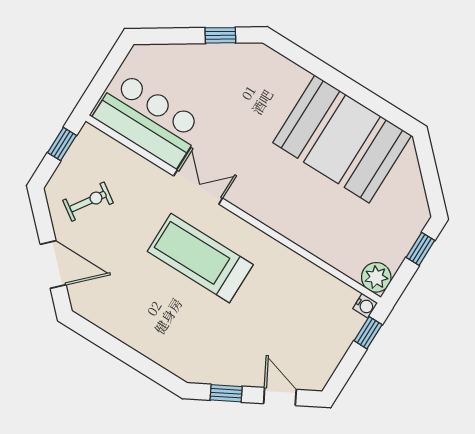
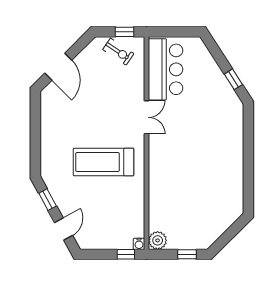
booth: (342, 139) -> (219, 177), removed
exercise bike: (88, 202) -> (118, 52), moved
treadmill: (200, 258) -> (104, 162), moved, turned -90

